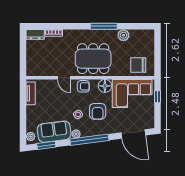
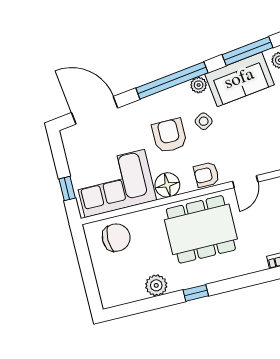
window: (104, 26) -> (196, 293), width x0.46
door: (64, 78) -> (245, 182), swing flipped
window: (46, 145) -> (248, 51), width x1.44

